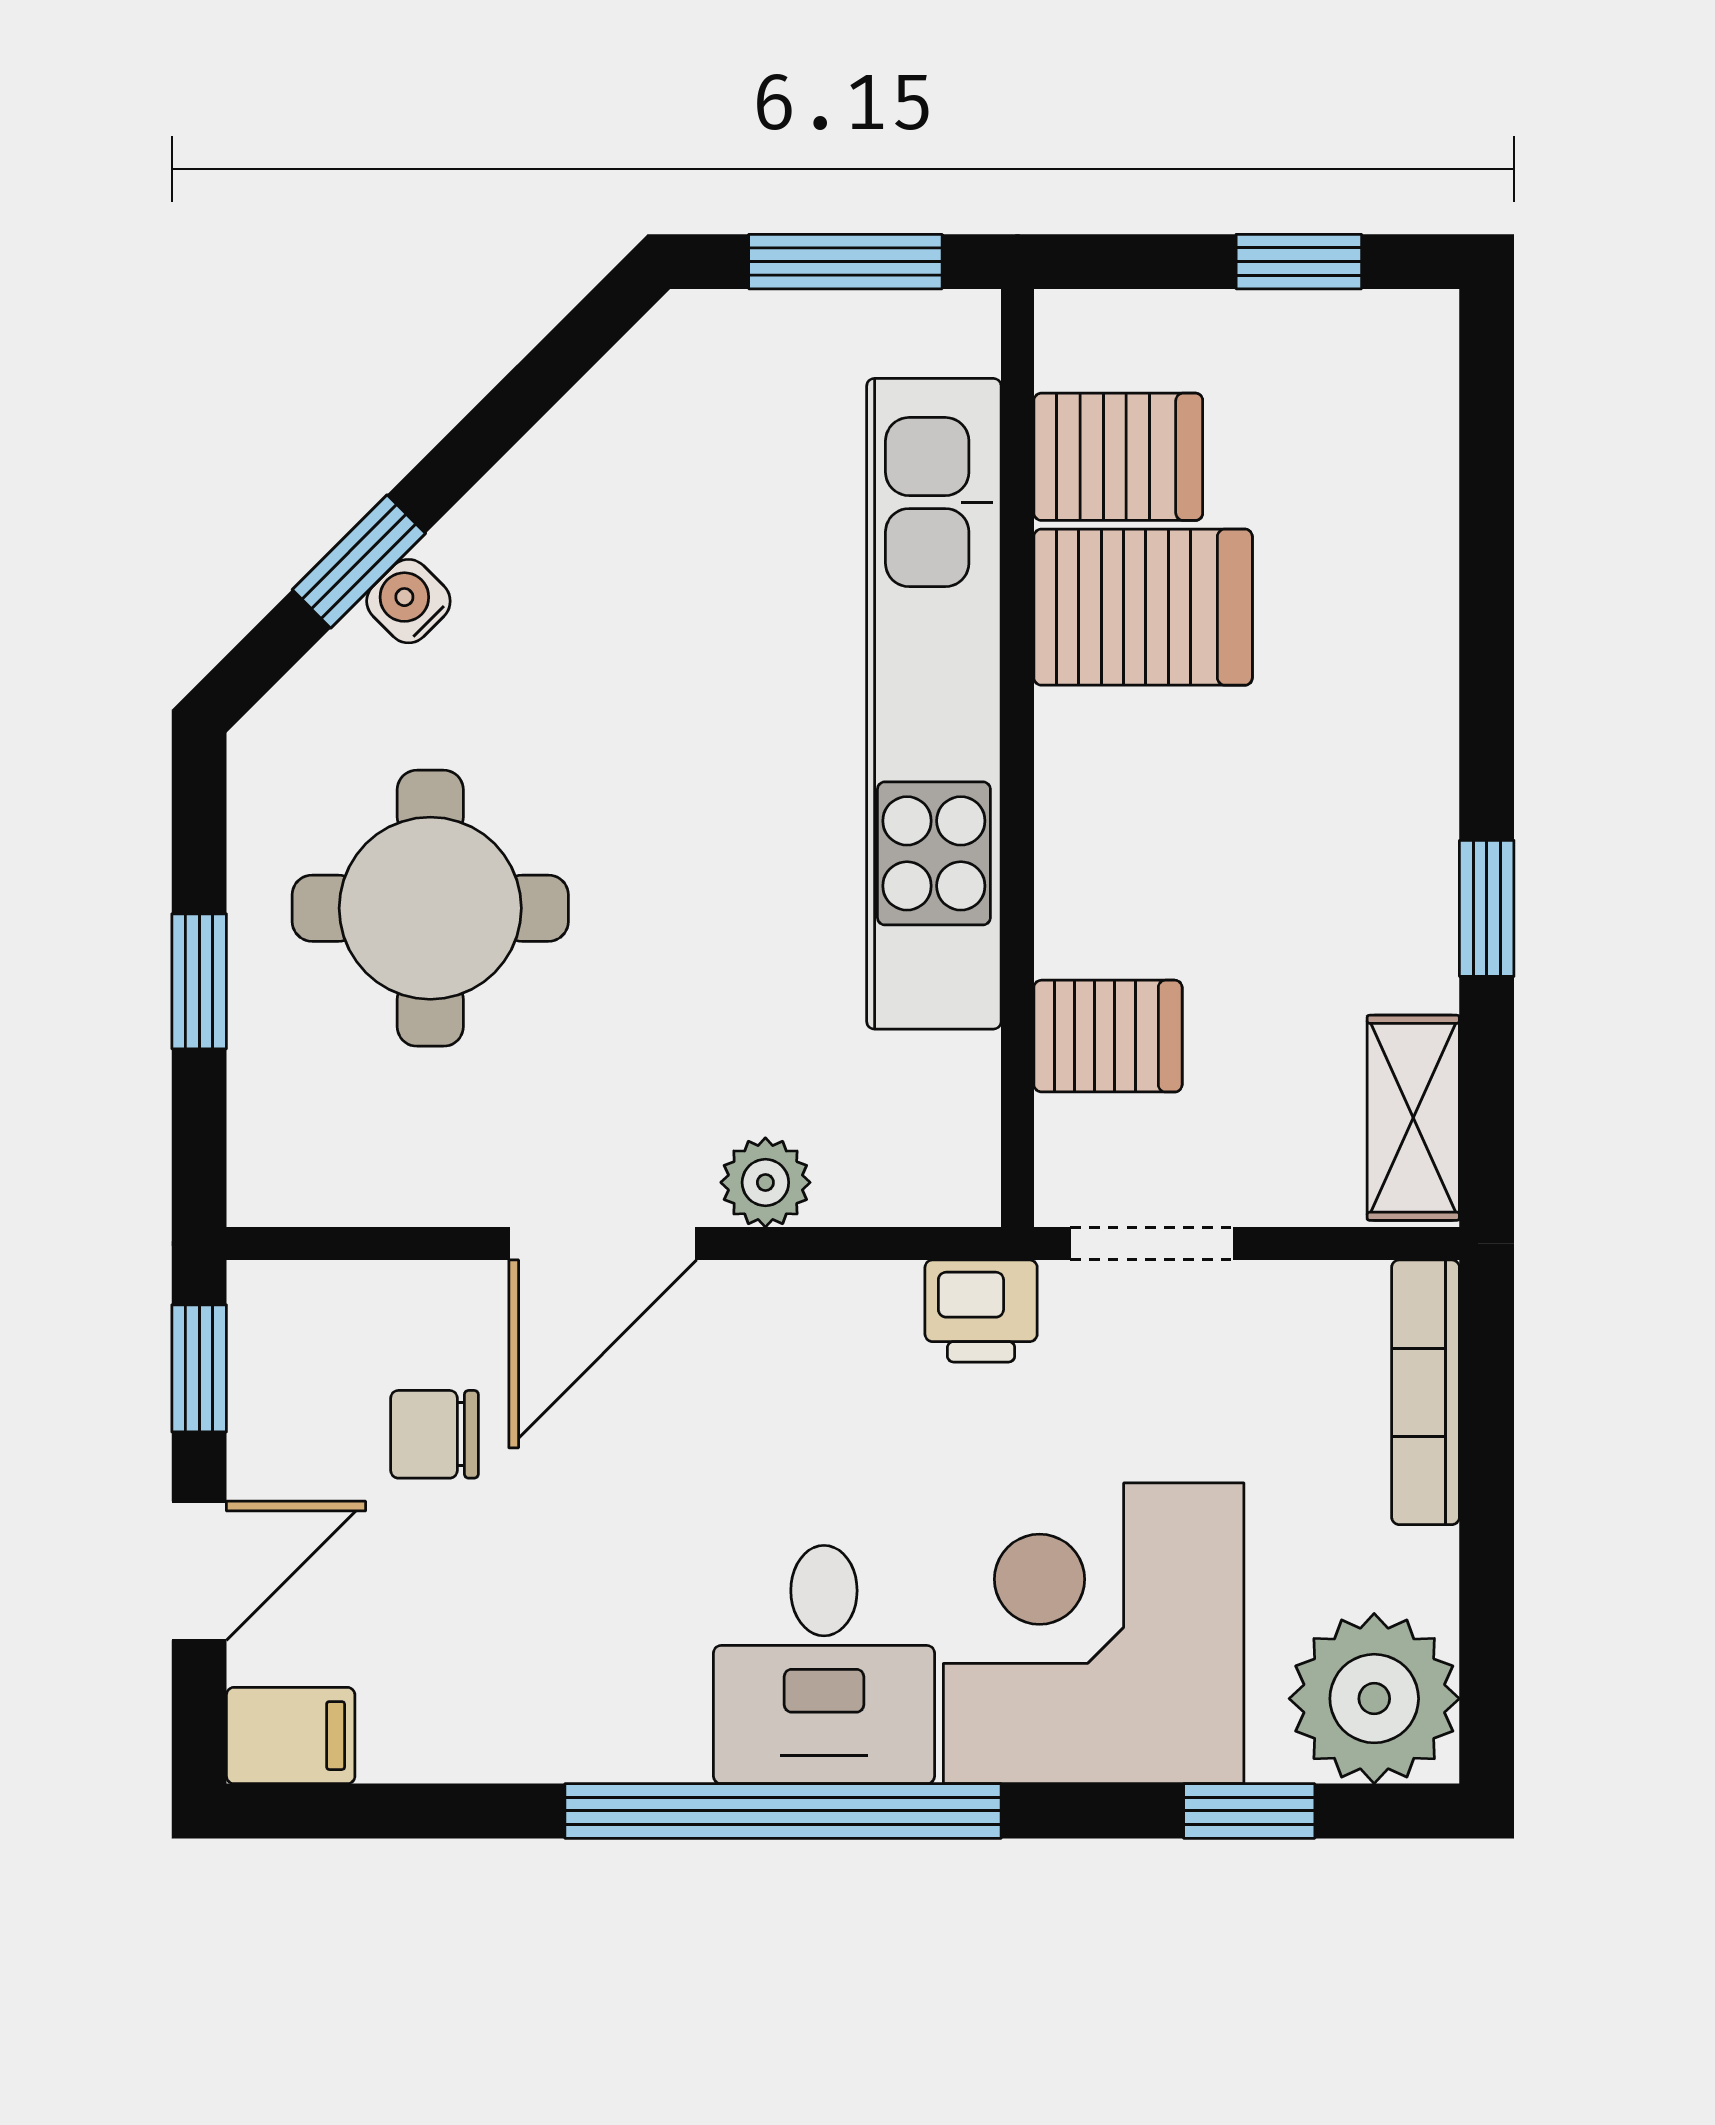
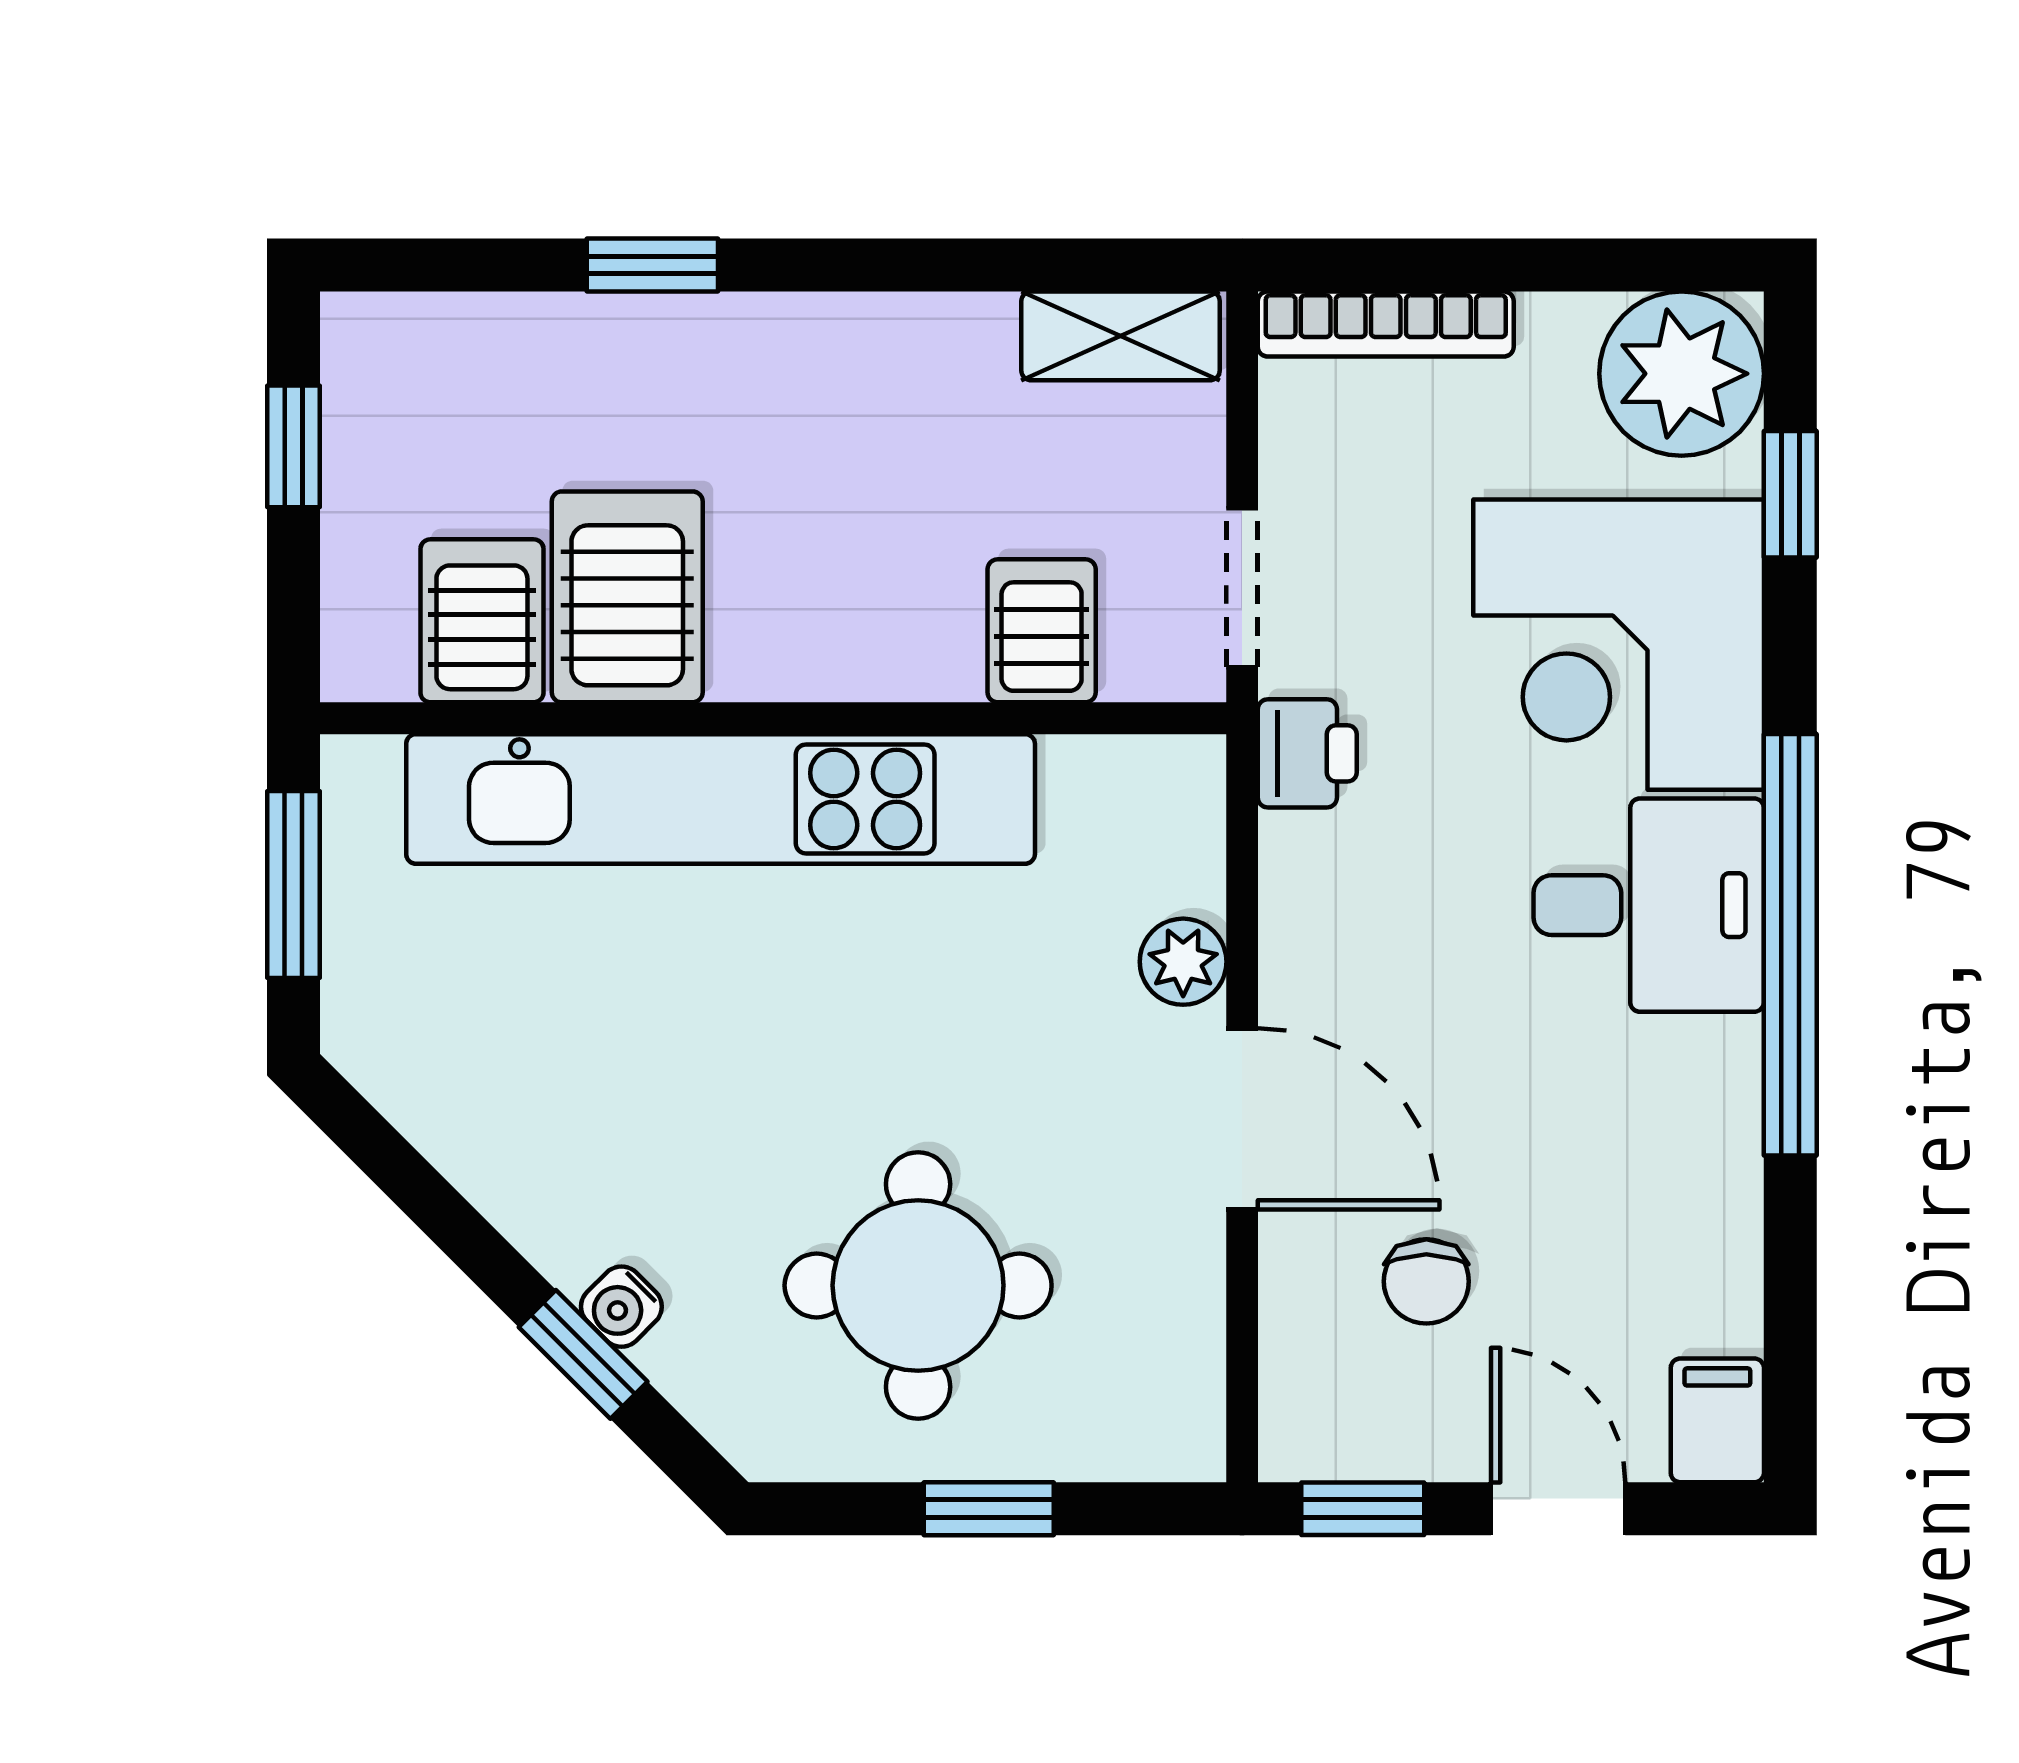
window: (1487, 908) -> (652, 265), moved

